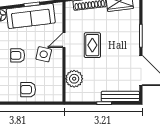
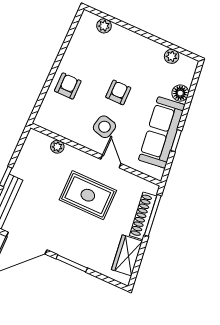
rug: (92, 45) -> (88, 195), width x1.36, depth x1.43
plant: (74, 79) -> (57, 147), width x0.53, depth x0.53

